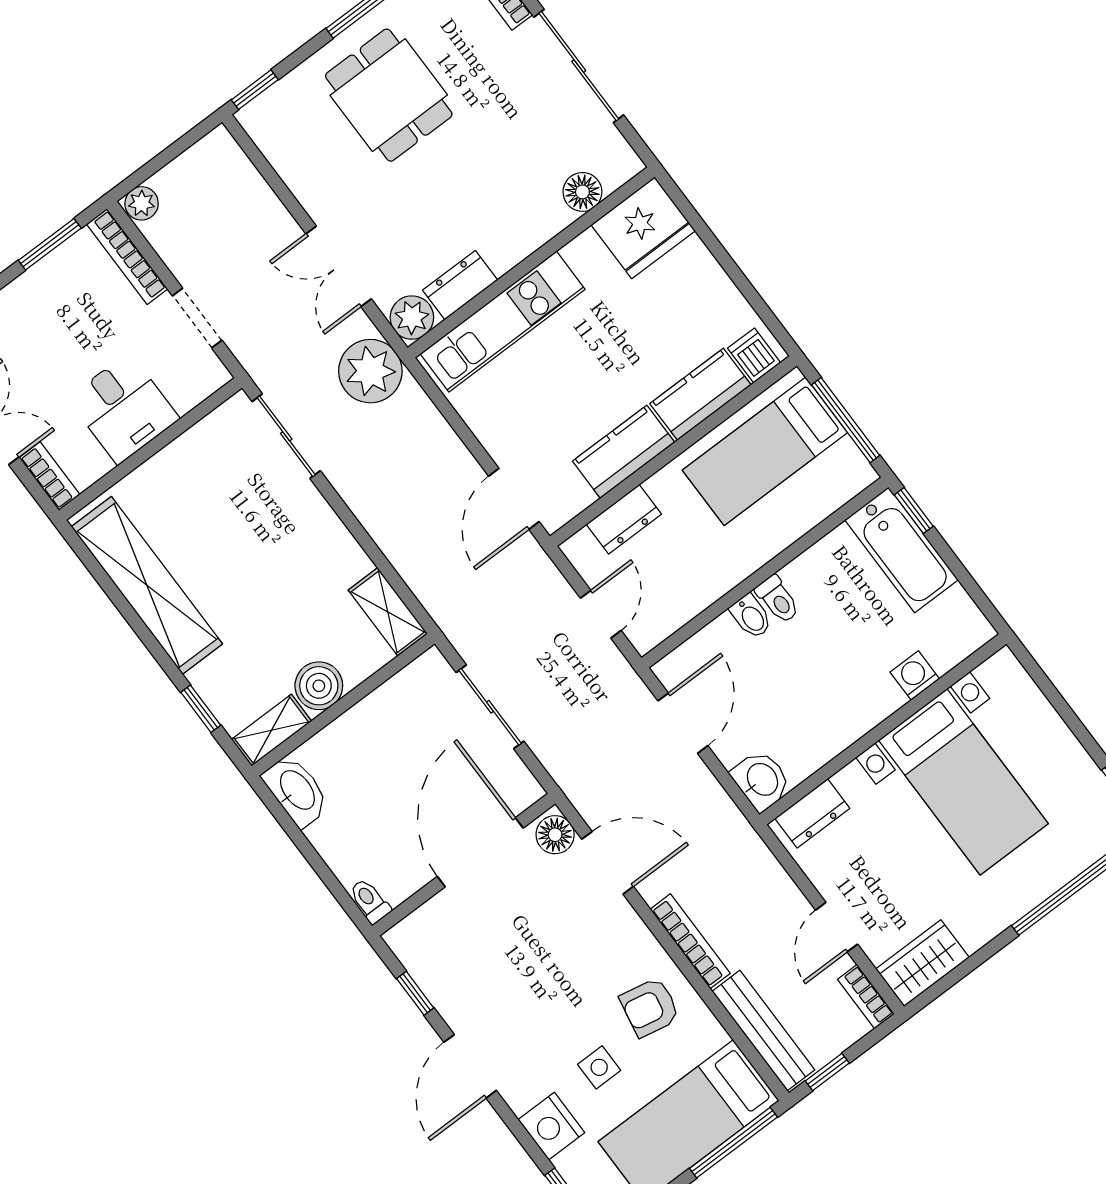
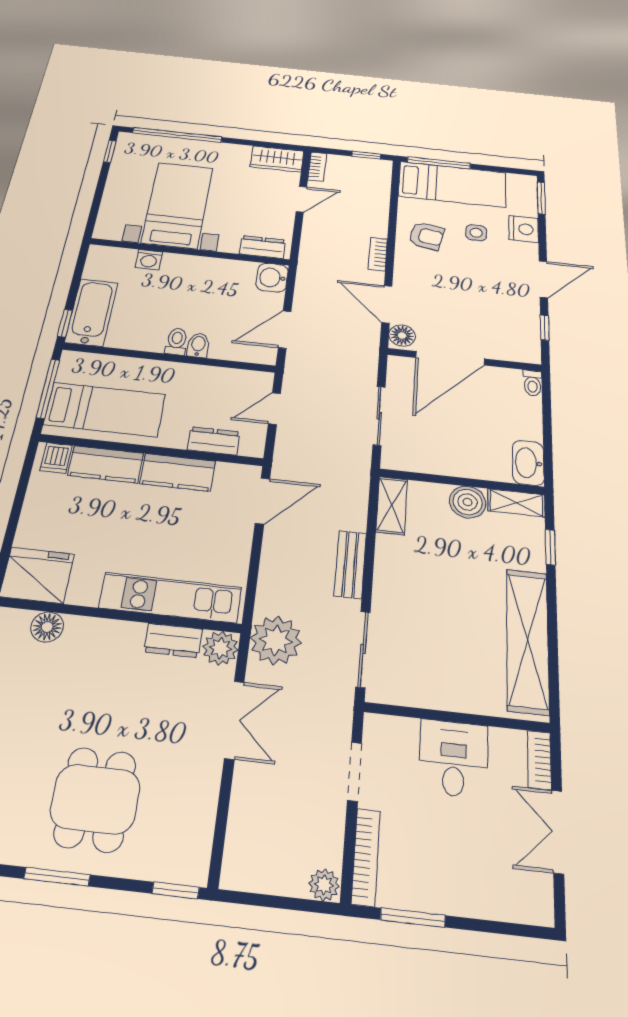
bookcase: (690, 941) -> (378, 254), width x0.64
bench: (763, 1031) -> (350, 564), moved, width x0.73

